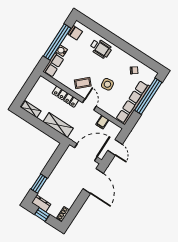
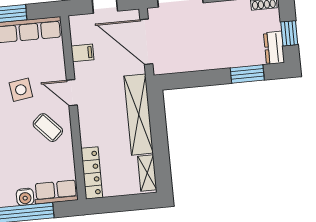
locker: (65, 97) -> (92, 173), moved
door: (89, 104) -> (72, 93), hinge flipped
shelving: (58, 125) -> (139, 115), width x1.47

